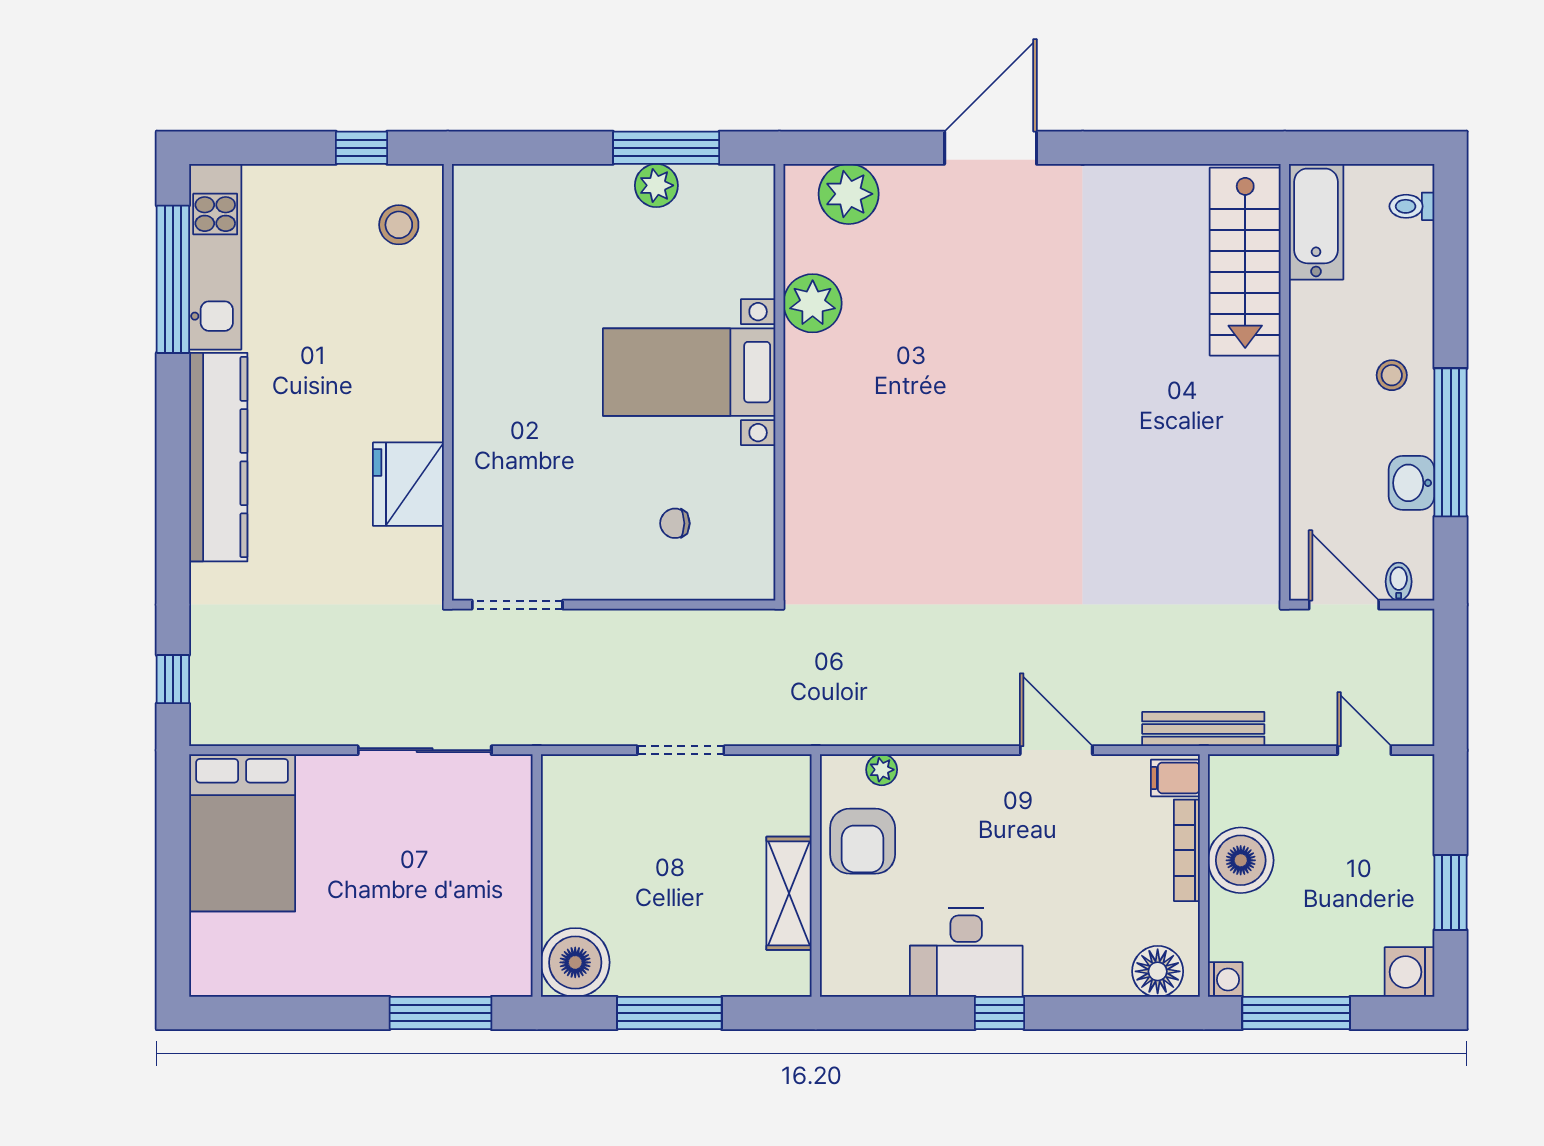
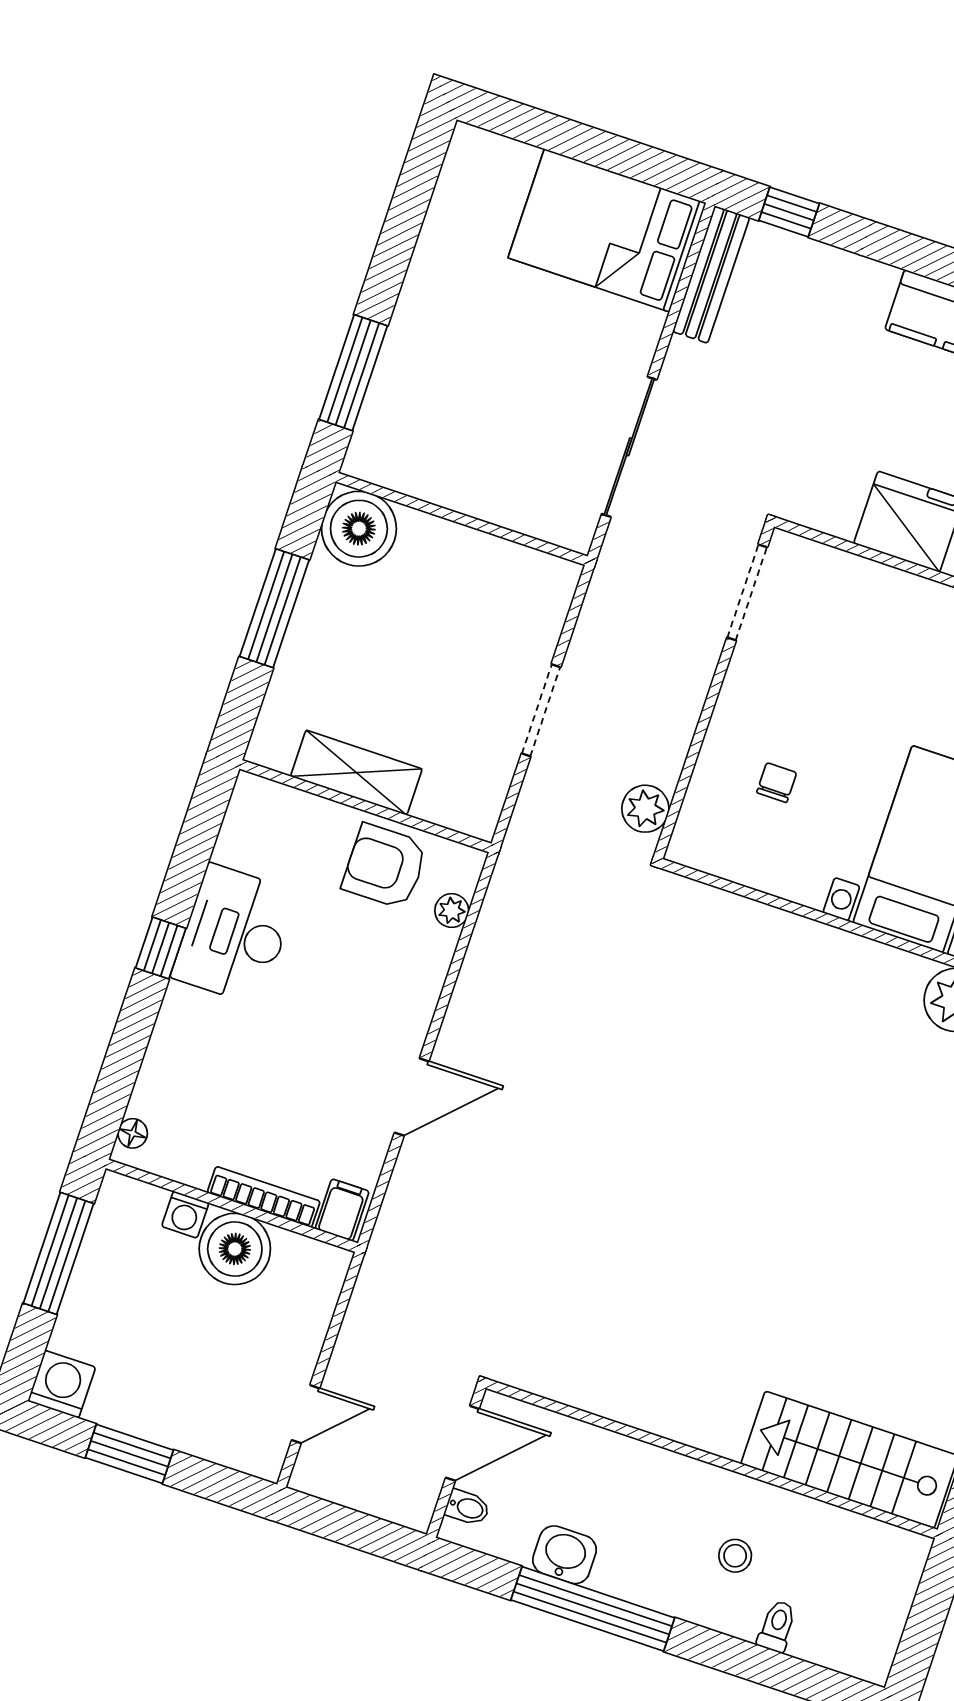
toilet: (1412, 206) -> (777, 1626), moved
bathtub: (1316, 222) -> (866, 1546), removed
stool: (1392, 375) -> (735, 1556), moved
plant: (736, 630) -> (645, 809), added
bench: (1203, 729) -> (711, 275), moved
floor lamp: (1158, 971) -> (133, 1133), width x0.53, depth x0.53
washing machine: (1225, 980) -> (185, 1215), moved

